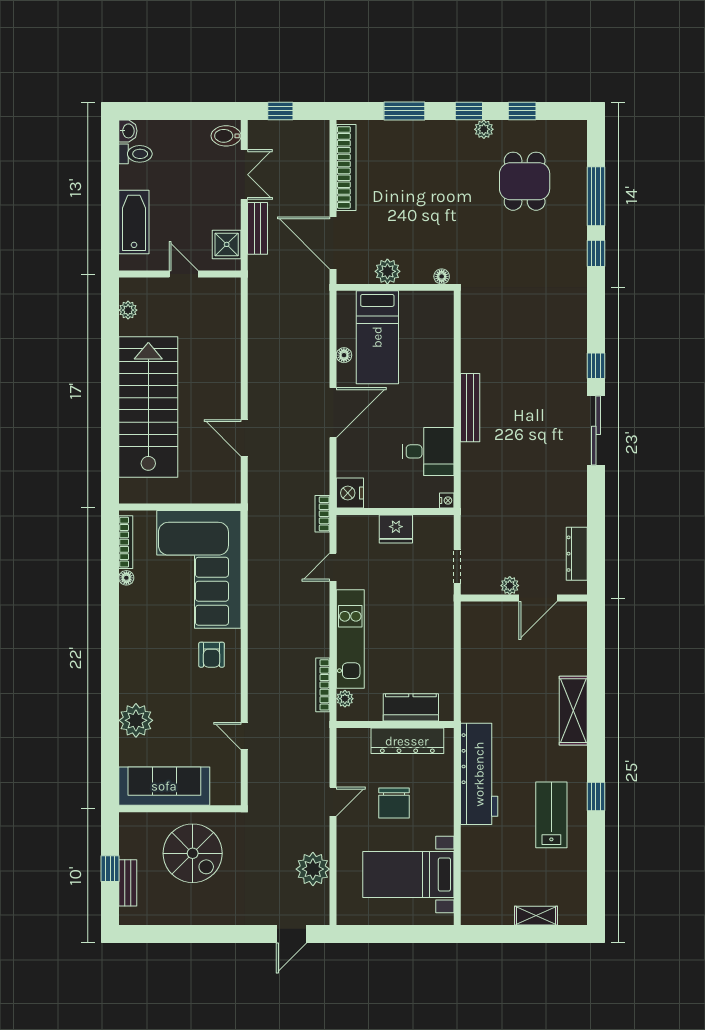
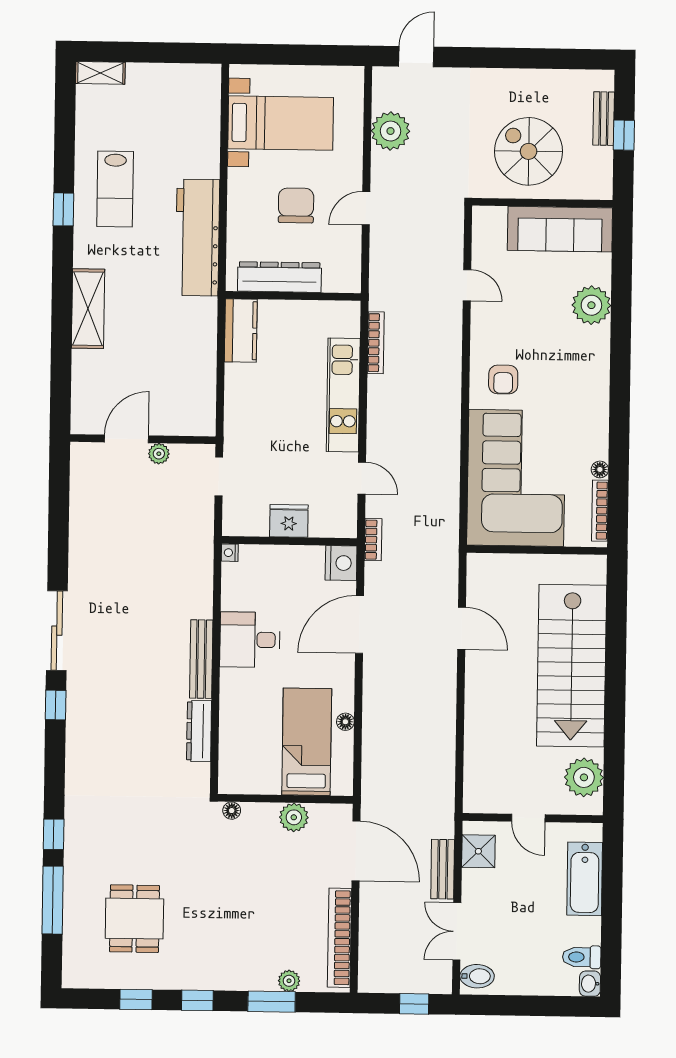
plant: (484, 129) -> (289, 981), moved
plant: (128, 310) -> (584, 777), width x1.87, depth x1.87
door: (333, 413) -> (360, 624), moved
desk: (428, 451) -> (250, 640), moved
dresser: (577, 554) -> (199, 731), moved, turned 180
door: (333, 567) -> (362, 478), hinge flipped
armchair: (212, 655) -> (503, 379), turned 180
plant: (345, 699) -> (351, 326), removed
kitchen counter: (411, 707) -> (241, 331), moved, turned -90
shelving: (536, 916) -> (100, 73), moved

